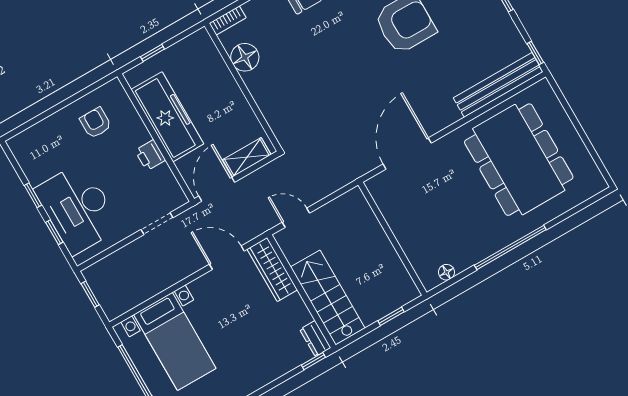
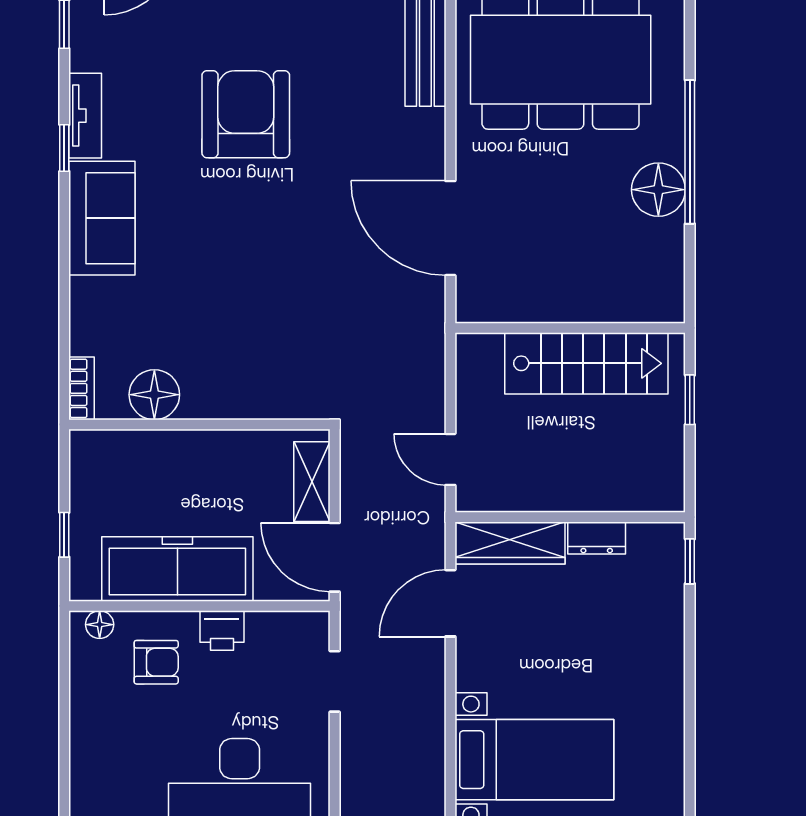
floor lamp: (119, 95) -> (100, 625), added
armchair: (96, 123) -> (156, 662), moved, turned 180
door: (296, 218) -> (450, 459), hinge flipped
floor lamp: (446, 272) -> (658, 190), moved, width x1.89, depth x1.89
stairs: (328, 298) -> (586, 363), moved, turned 180
dresser: (315, 339) -> (597, 538), moved

